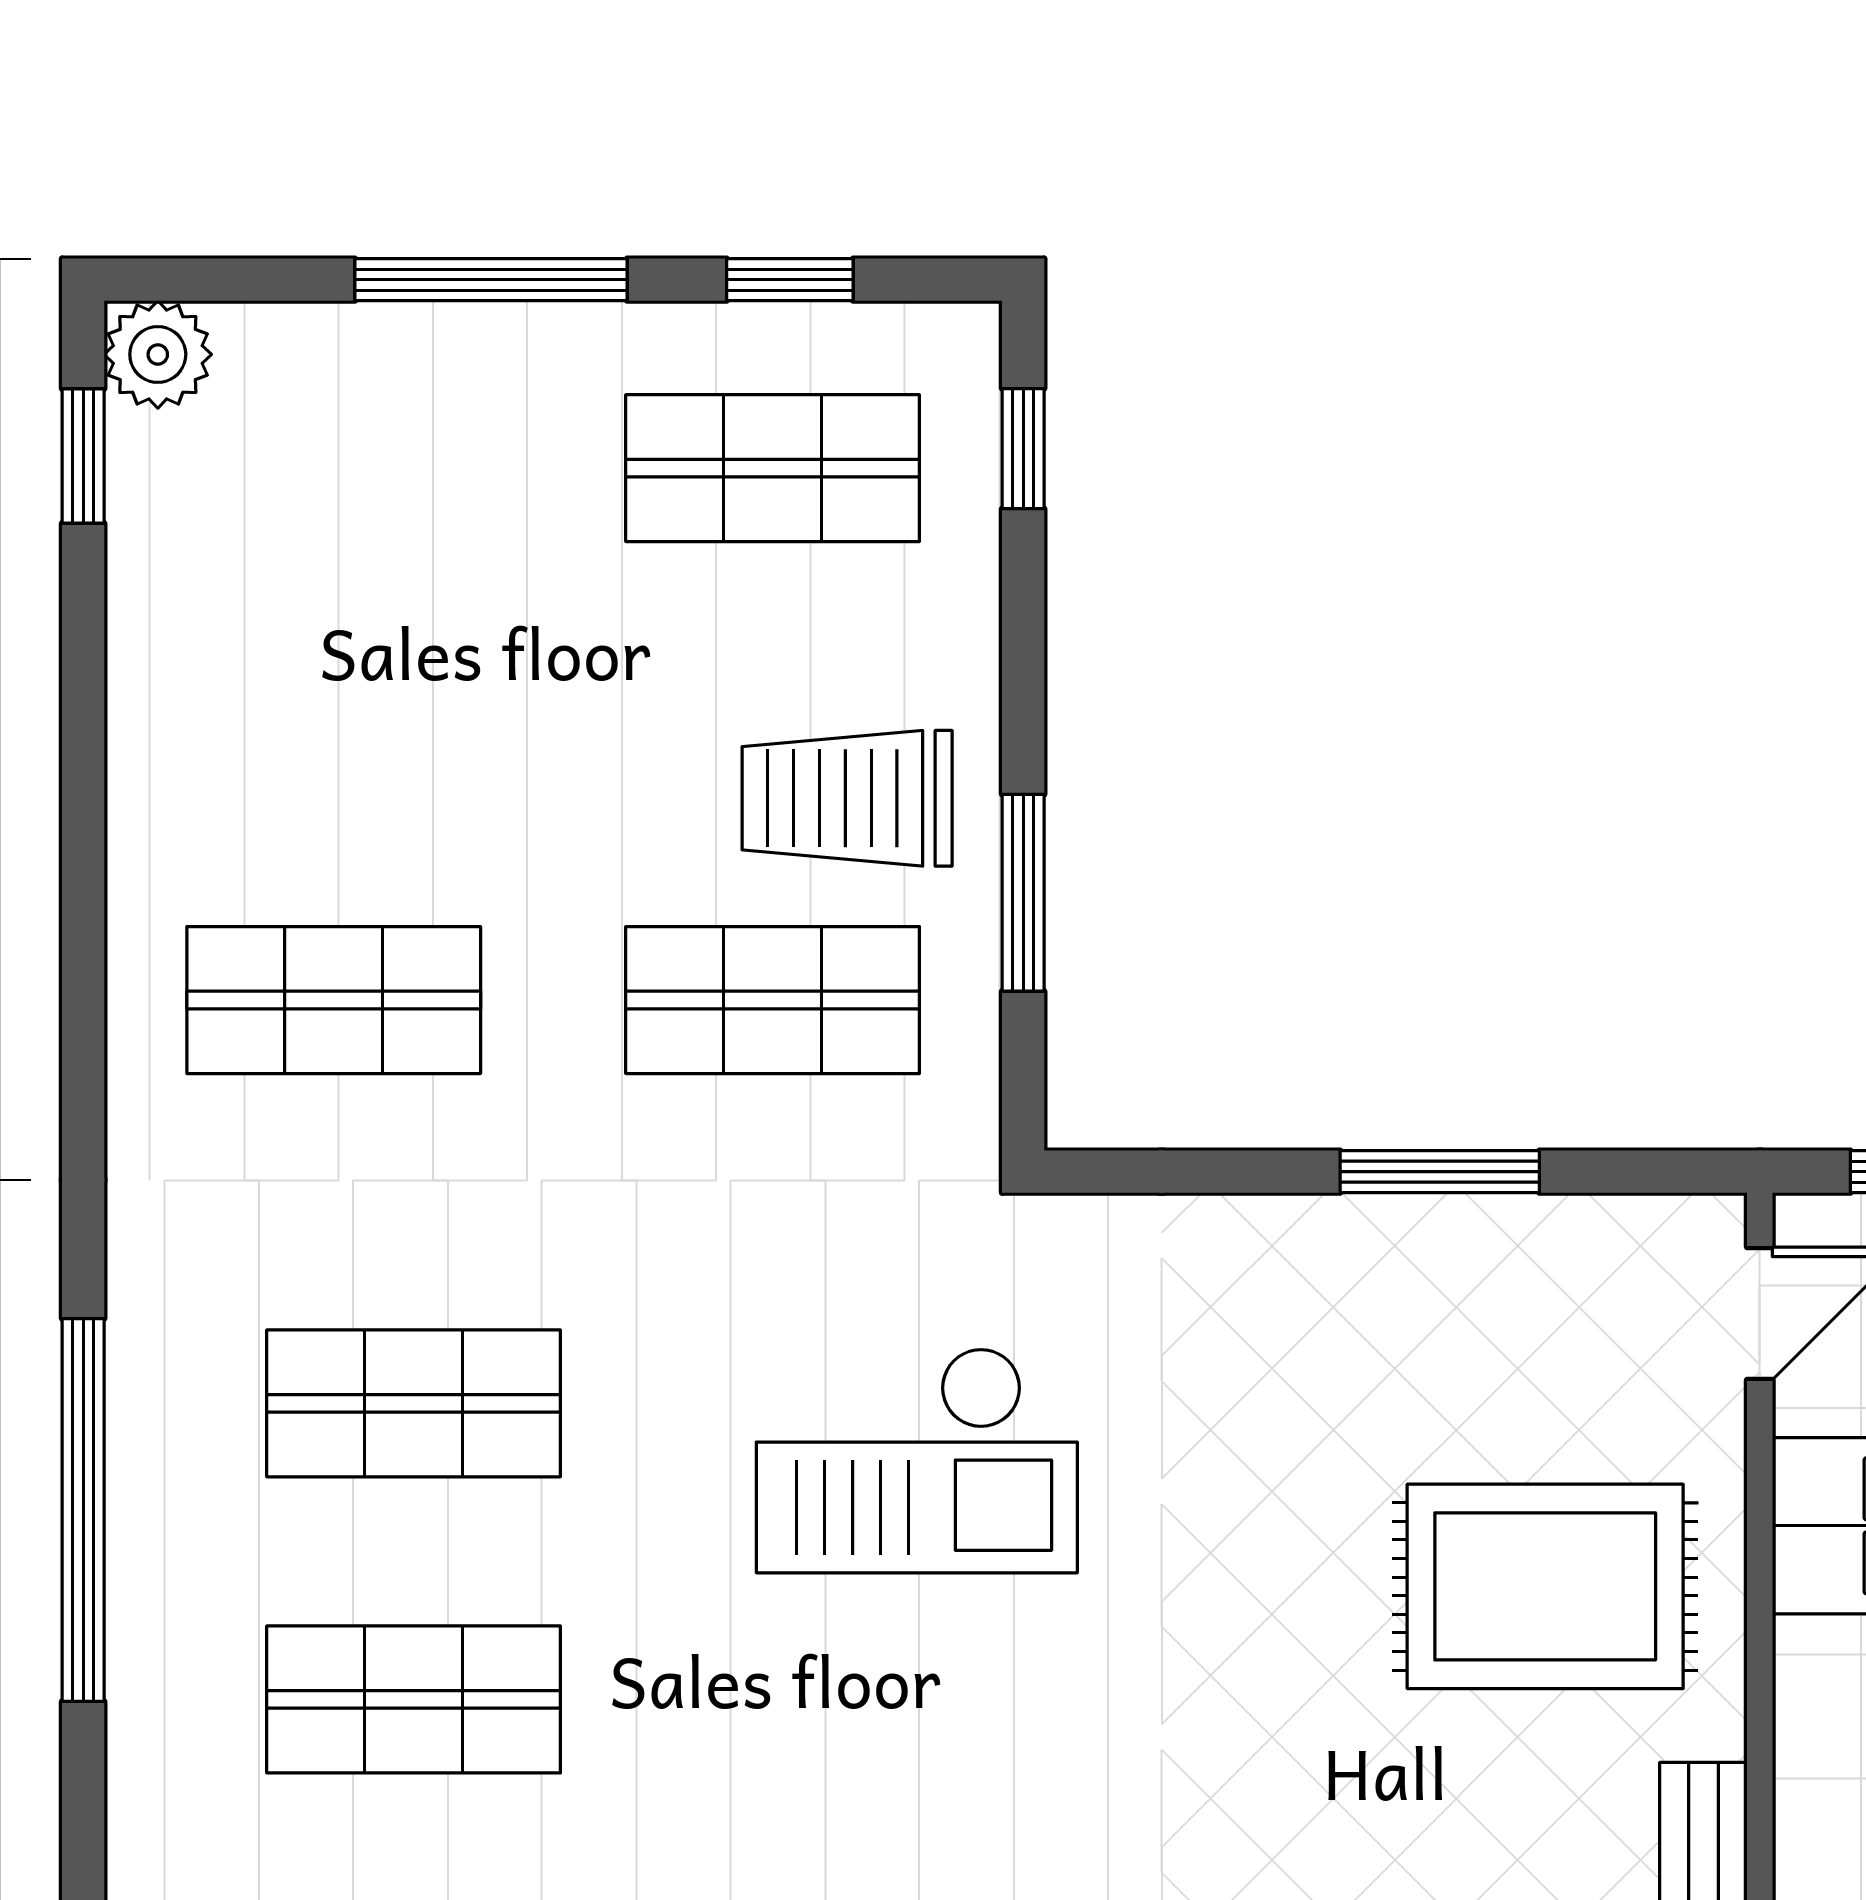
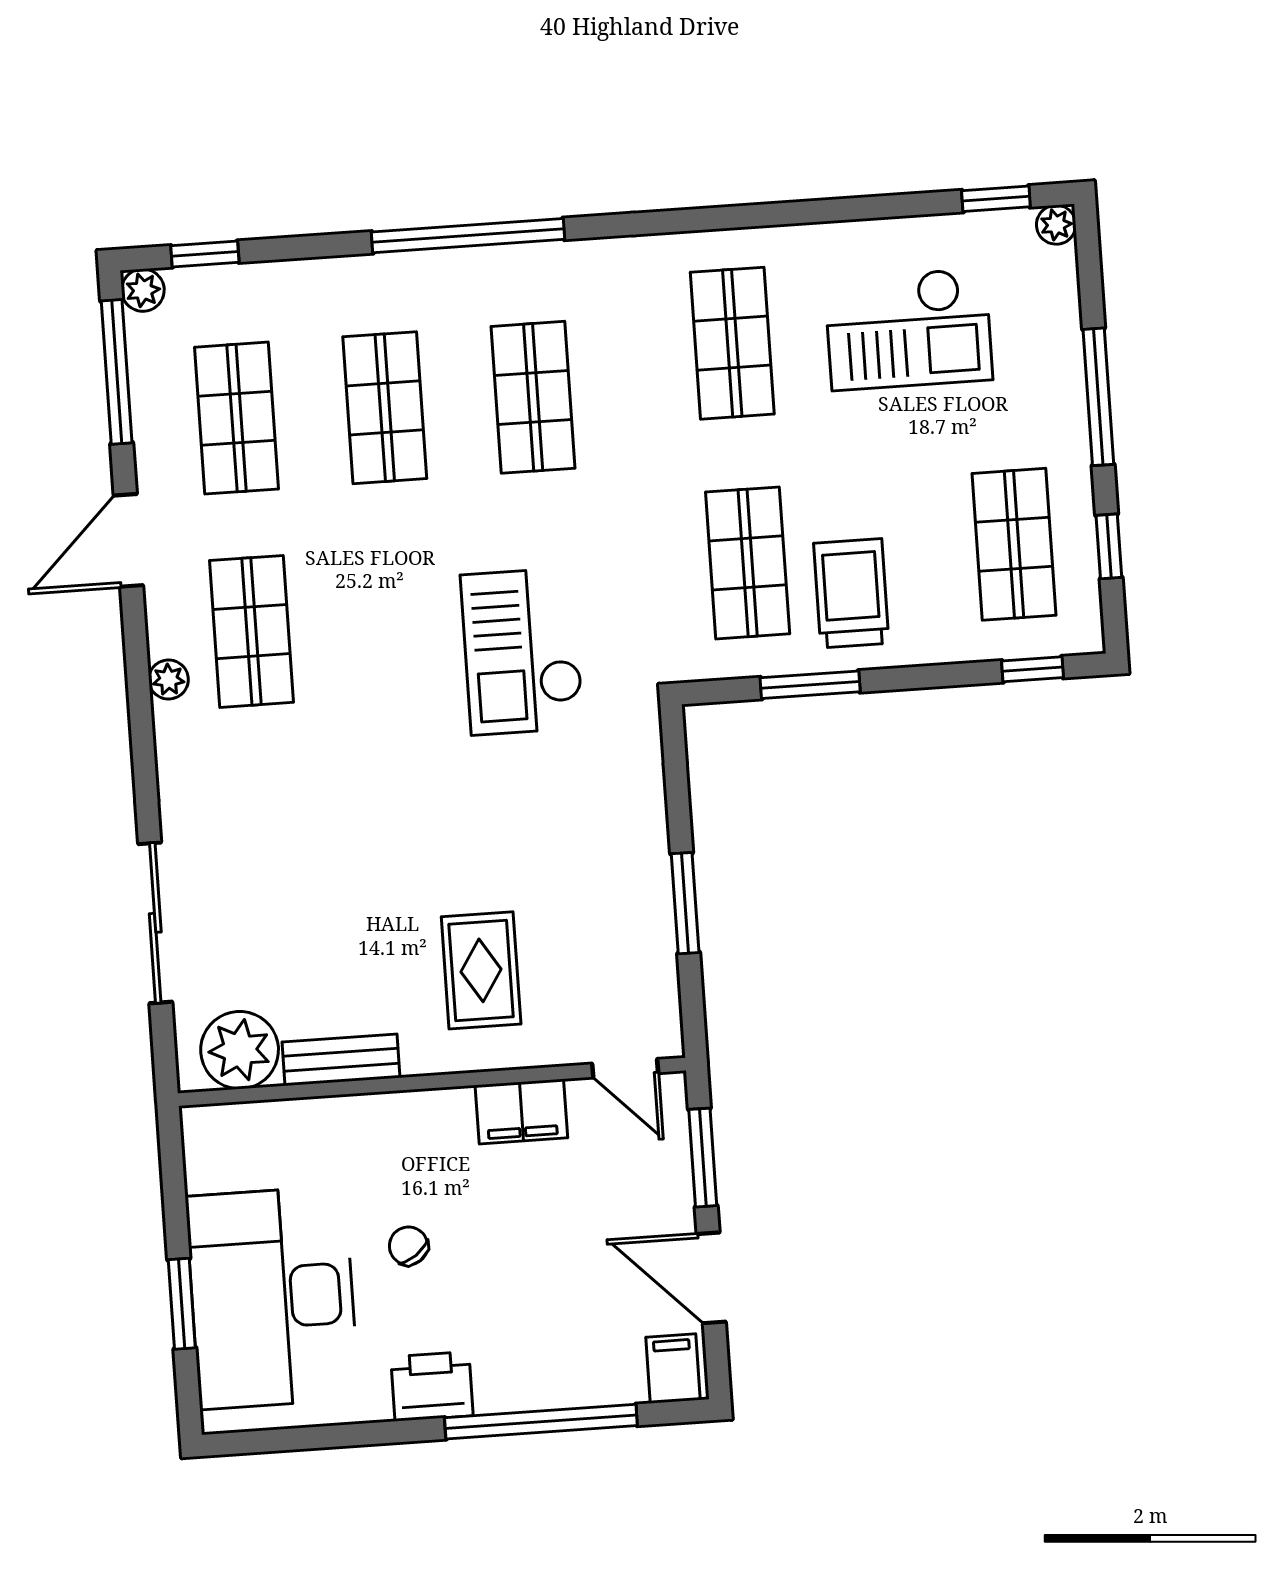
plant: (158, 354) -> (1056, 225), width x0.73, depth x0.73
checkout: (330, 648) -> (908, 329), added
rug: (1545, 1586) -> (481, 970), width x0.73, depth x0.70

